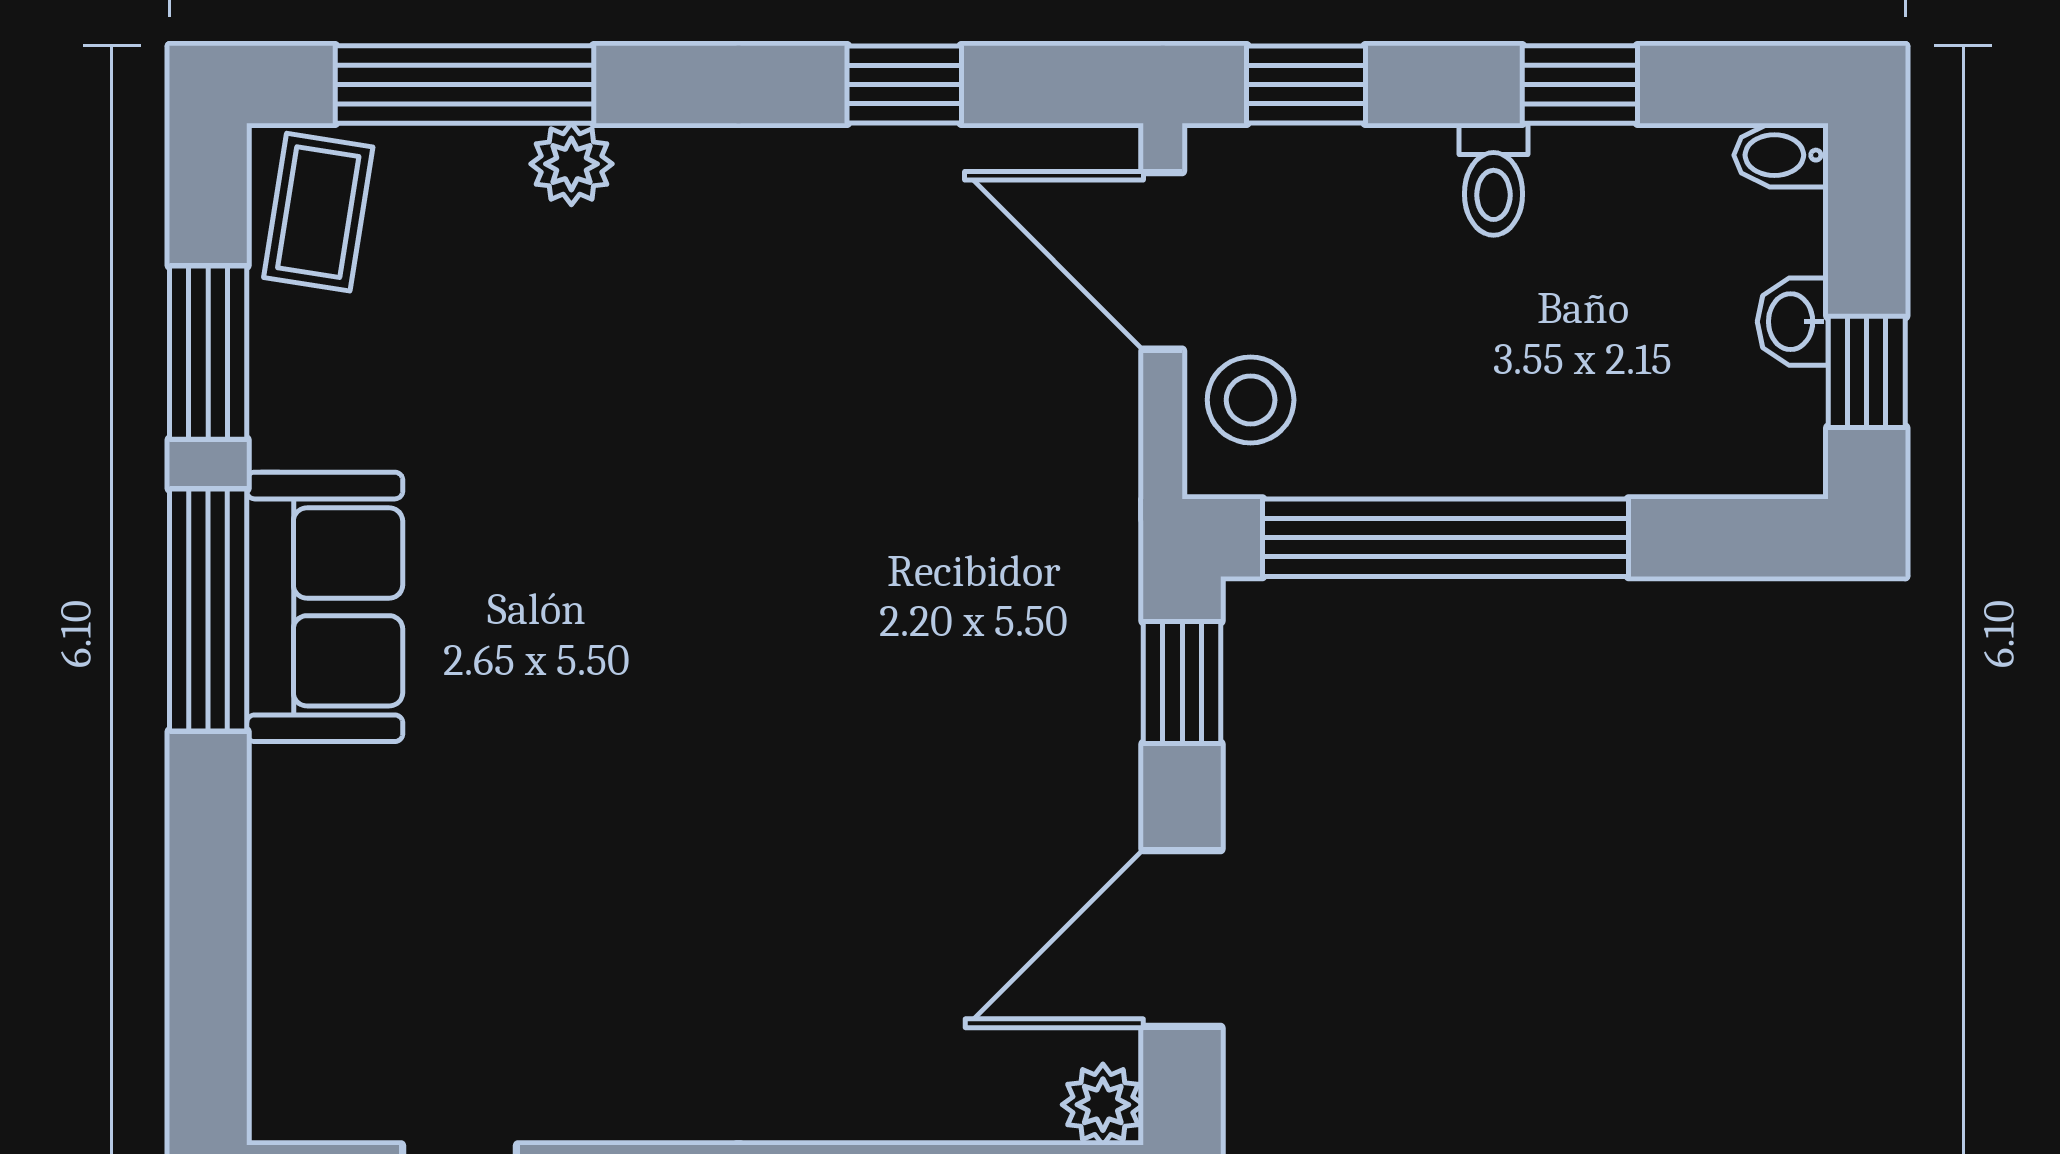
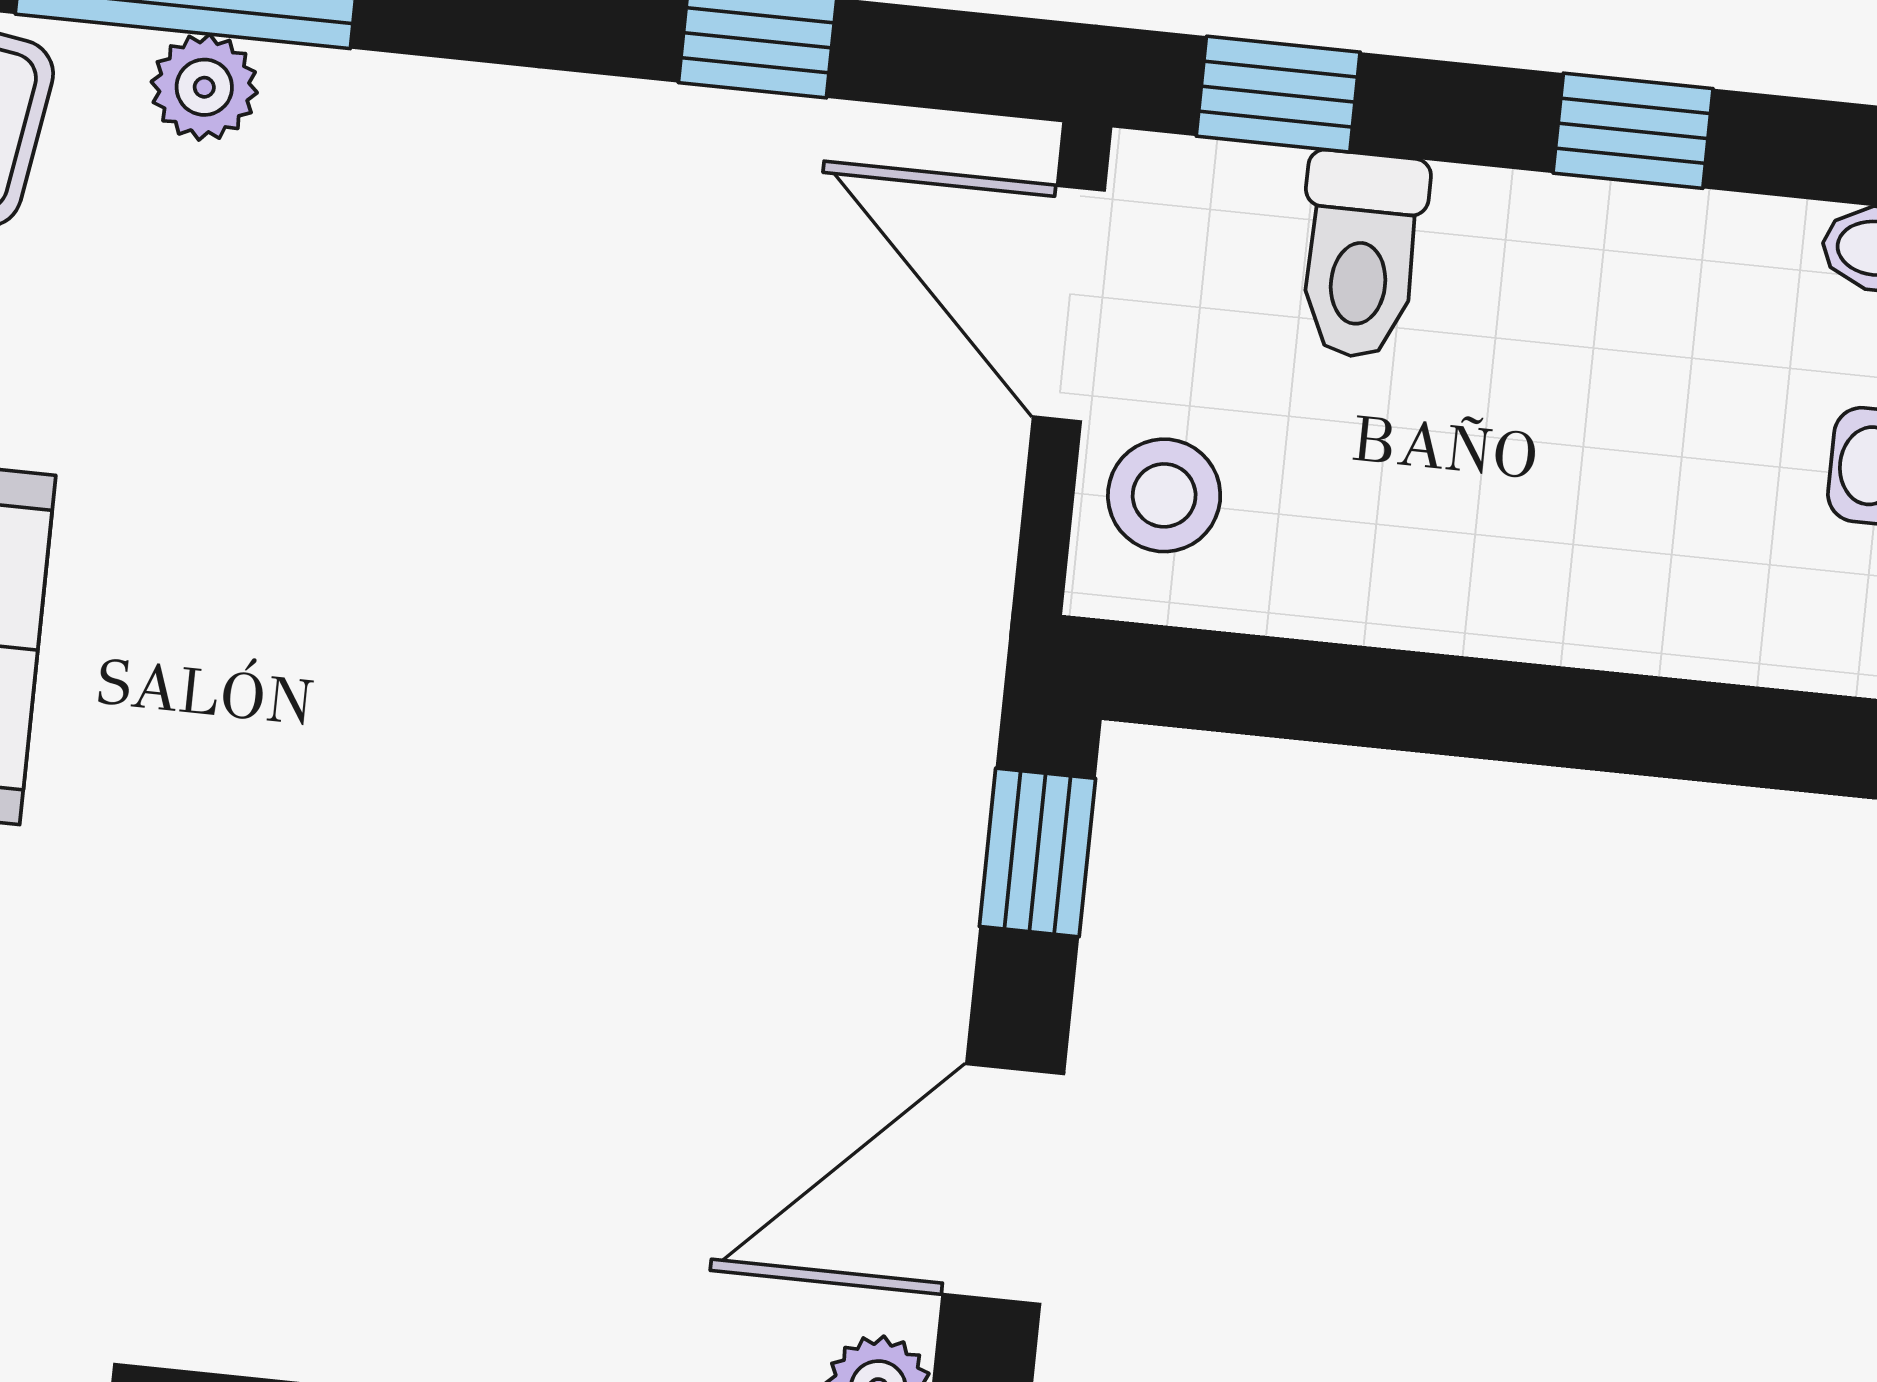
plant: (571, 164) -> (204, 87), moved
toilet: (1493, 179) -> (1361, 255), moved, width x1.37, depth x1.39
window: (1446, 538) -> (1398, 700), removed

